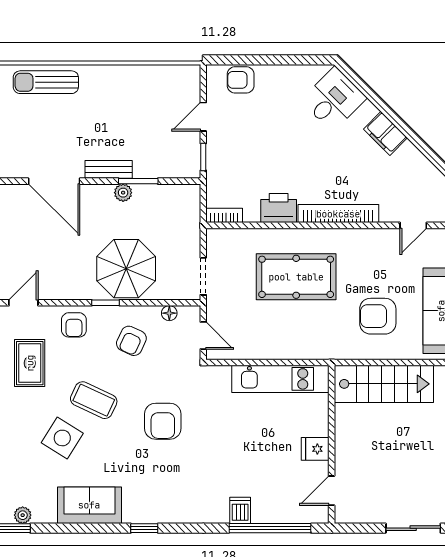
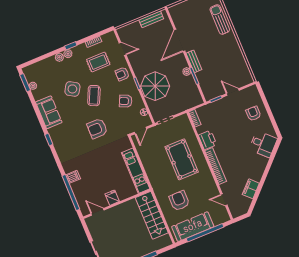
armchair: (241, 80) -> (253, 113), moved
filing cabinet: (385, 133) -> (251, 189), moved

